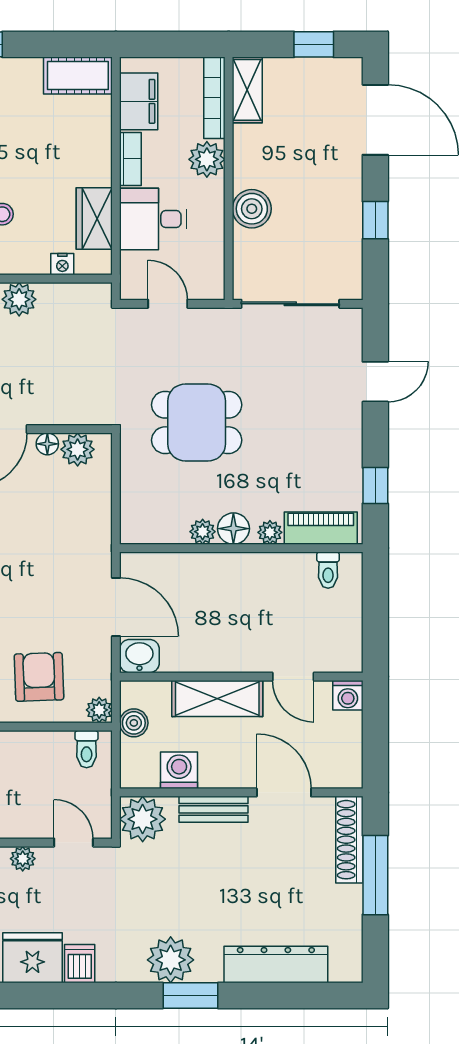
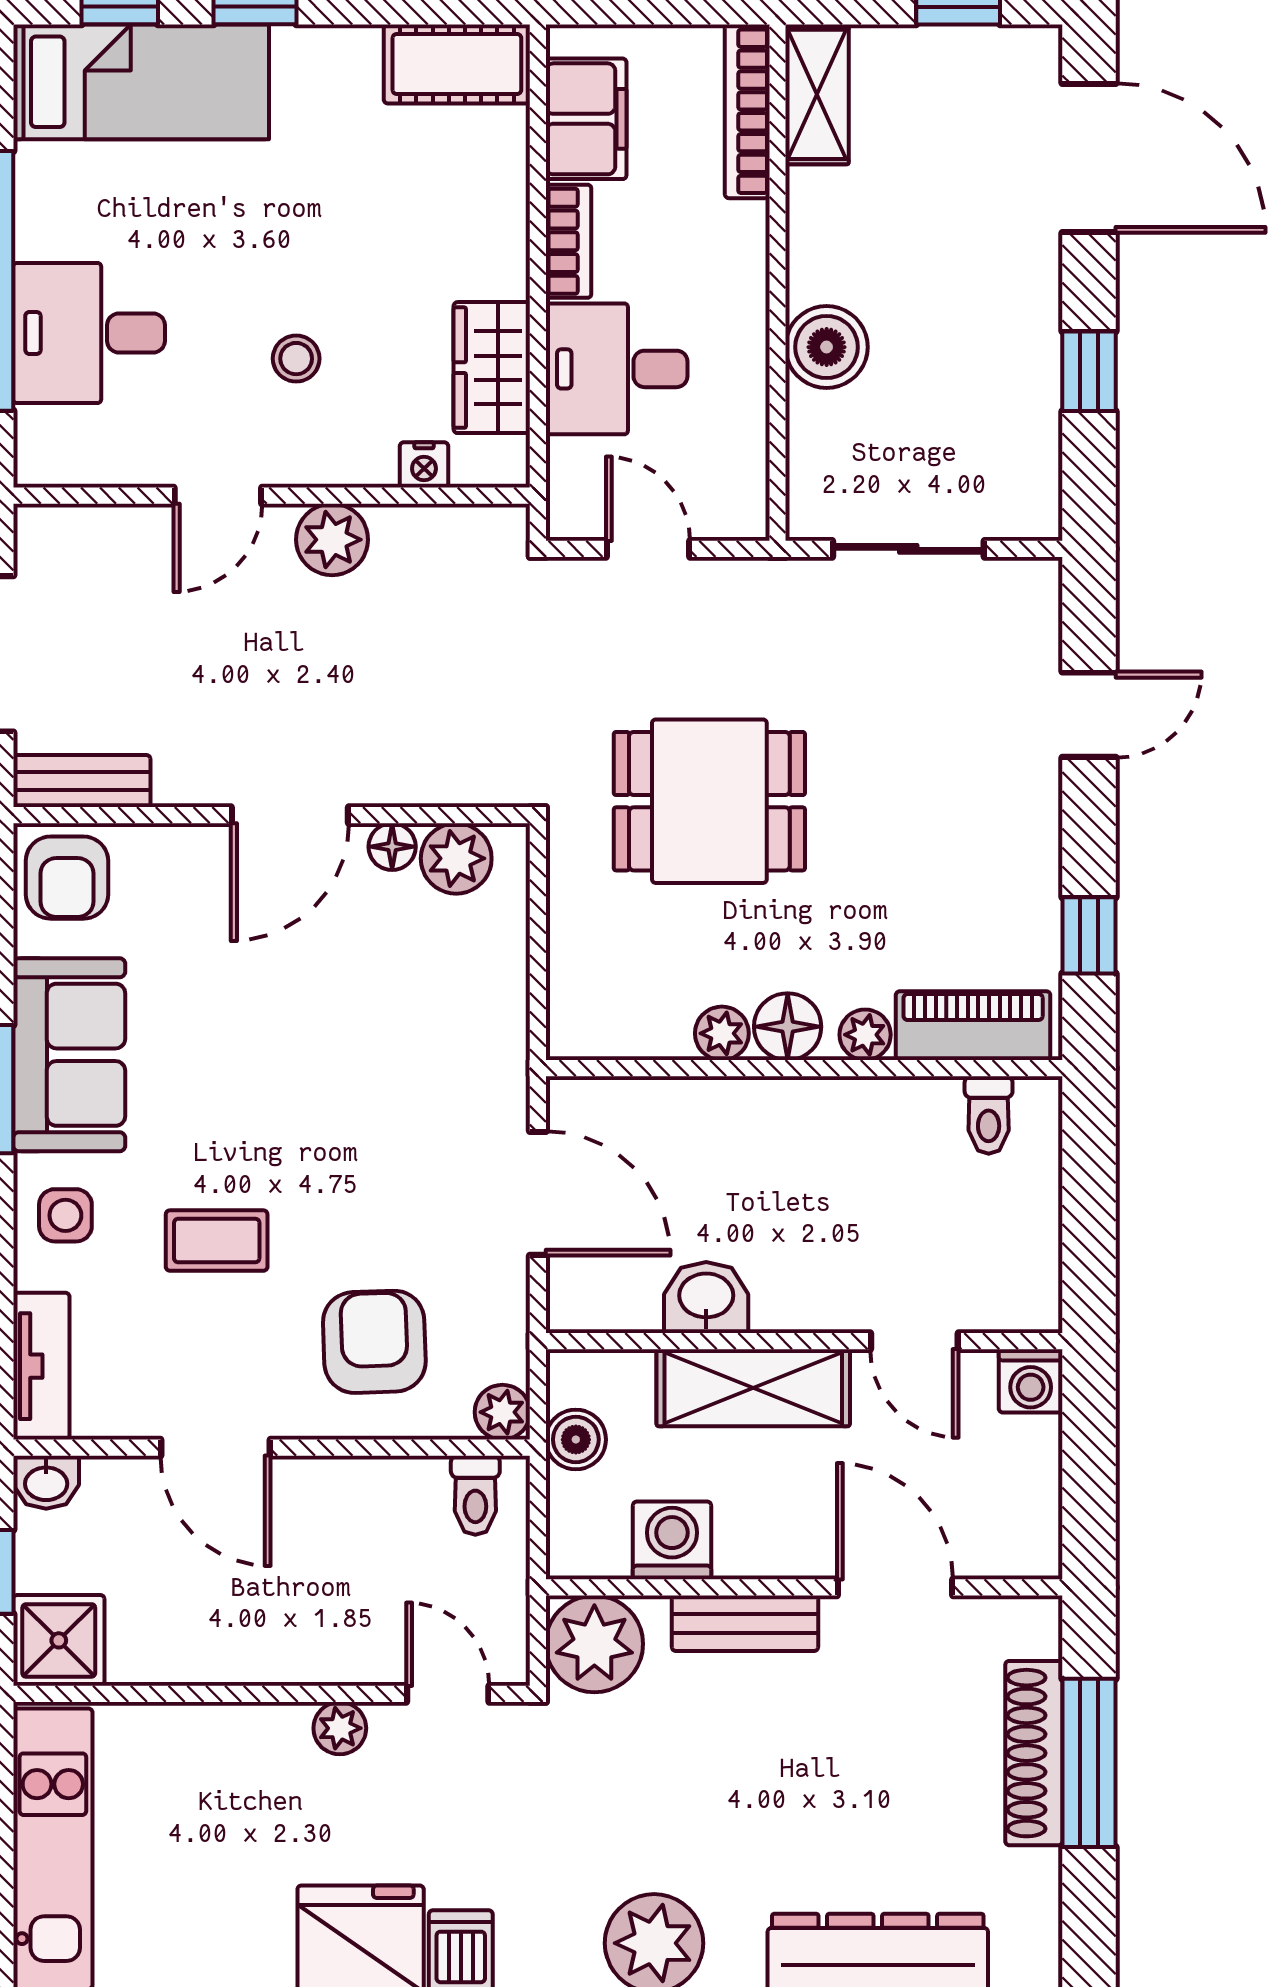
plant: (207, 159) -> (731, 242), removed
sliding door: (290, 304) -> (908, 549), width x0.73
washbasin: (139, 656) -> (706, 1298), moved
shoe rack: (349, 840) -> (1034, 1753), moved

